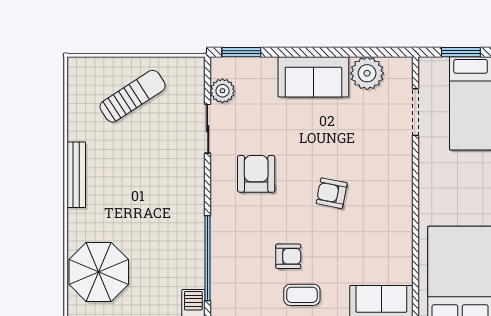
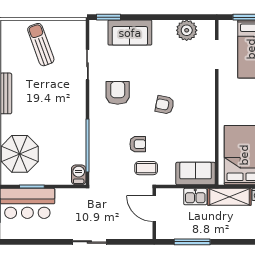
sofa: (313, 77) -> (130, 33), moved
plant: (222, 91) -> (97, 41), removed
sun lounger: (133, 96) -> (41, 45), turned -77

